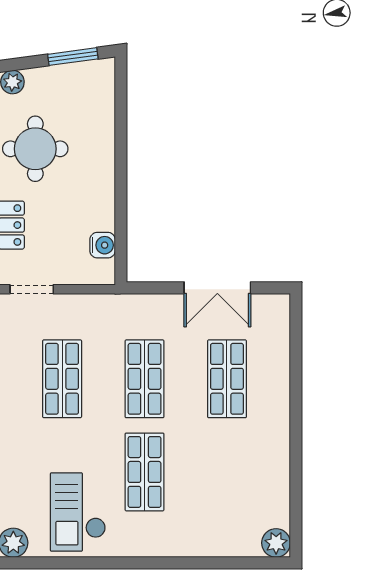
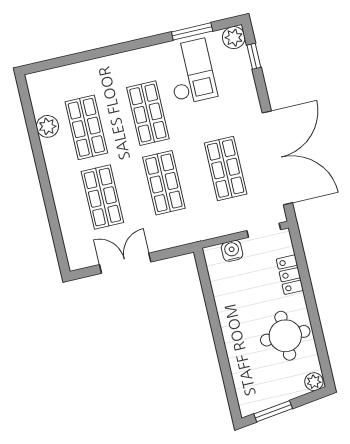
water cooler: (103, 245) -> (232, 251), moved, turned 90
shop shelf: (227, 472) -> (86, 127), added
plant: (276, 543) -> (47, 126), moved
window: (64, 563) -> (192, 31), added

